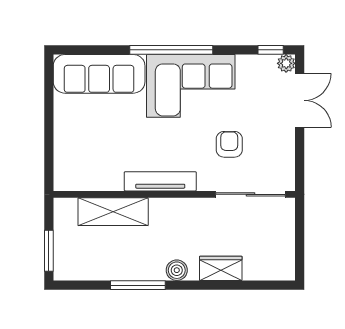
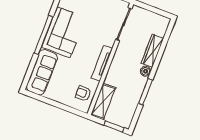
armchair: (229, 144) -> (83, 93), moved
shelving: (113, 212) -> (103, 101), moved
wardrobe: (221, 268) -> (152, 51), width x1.50

